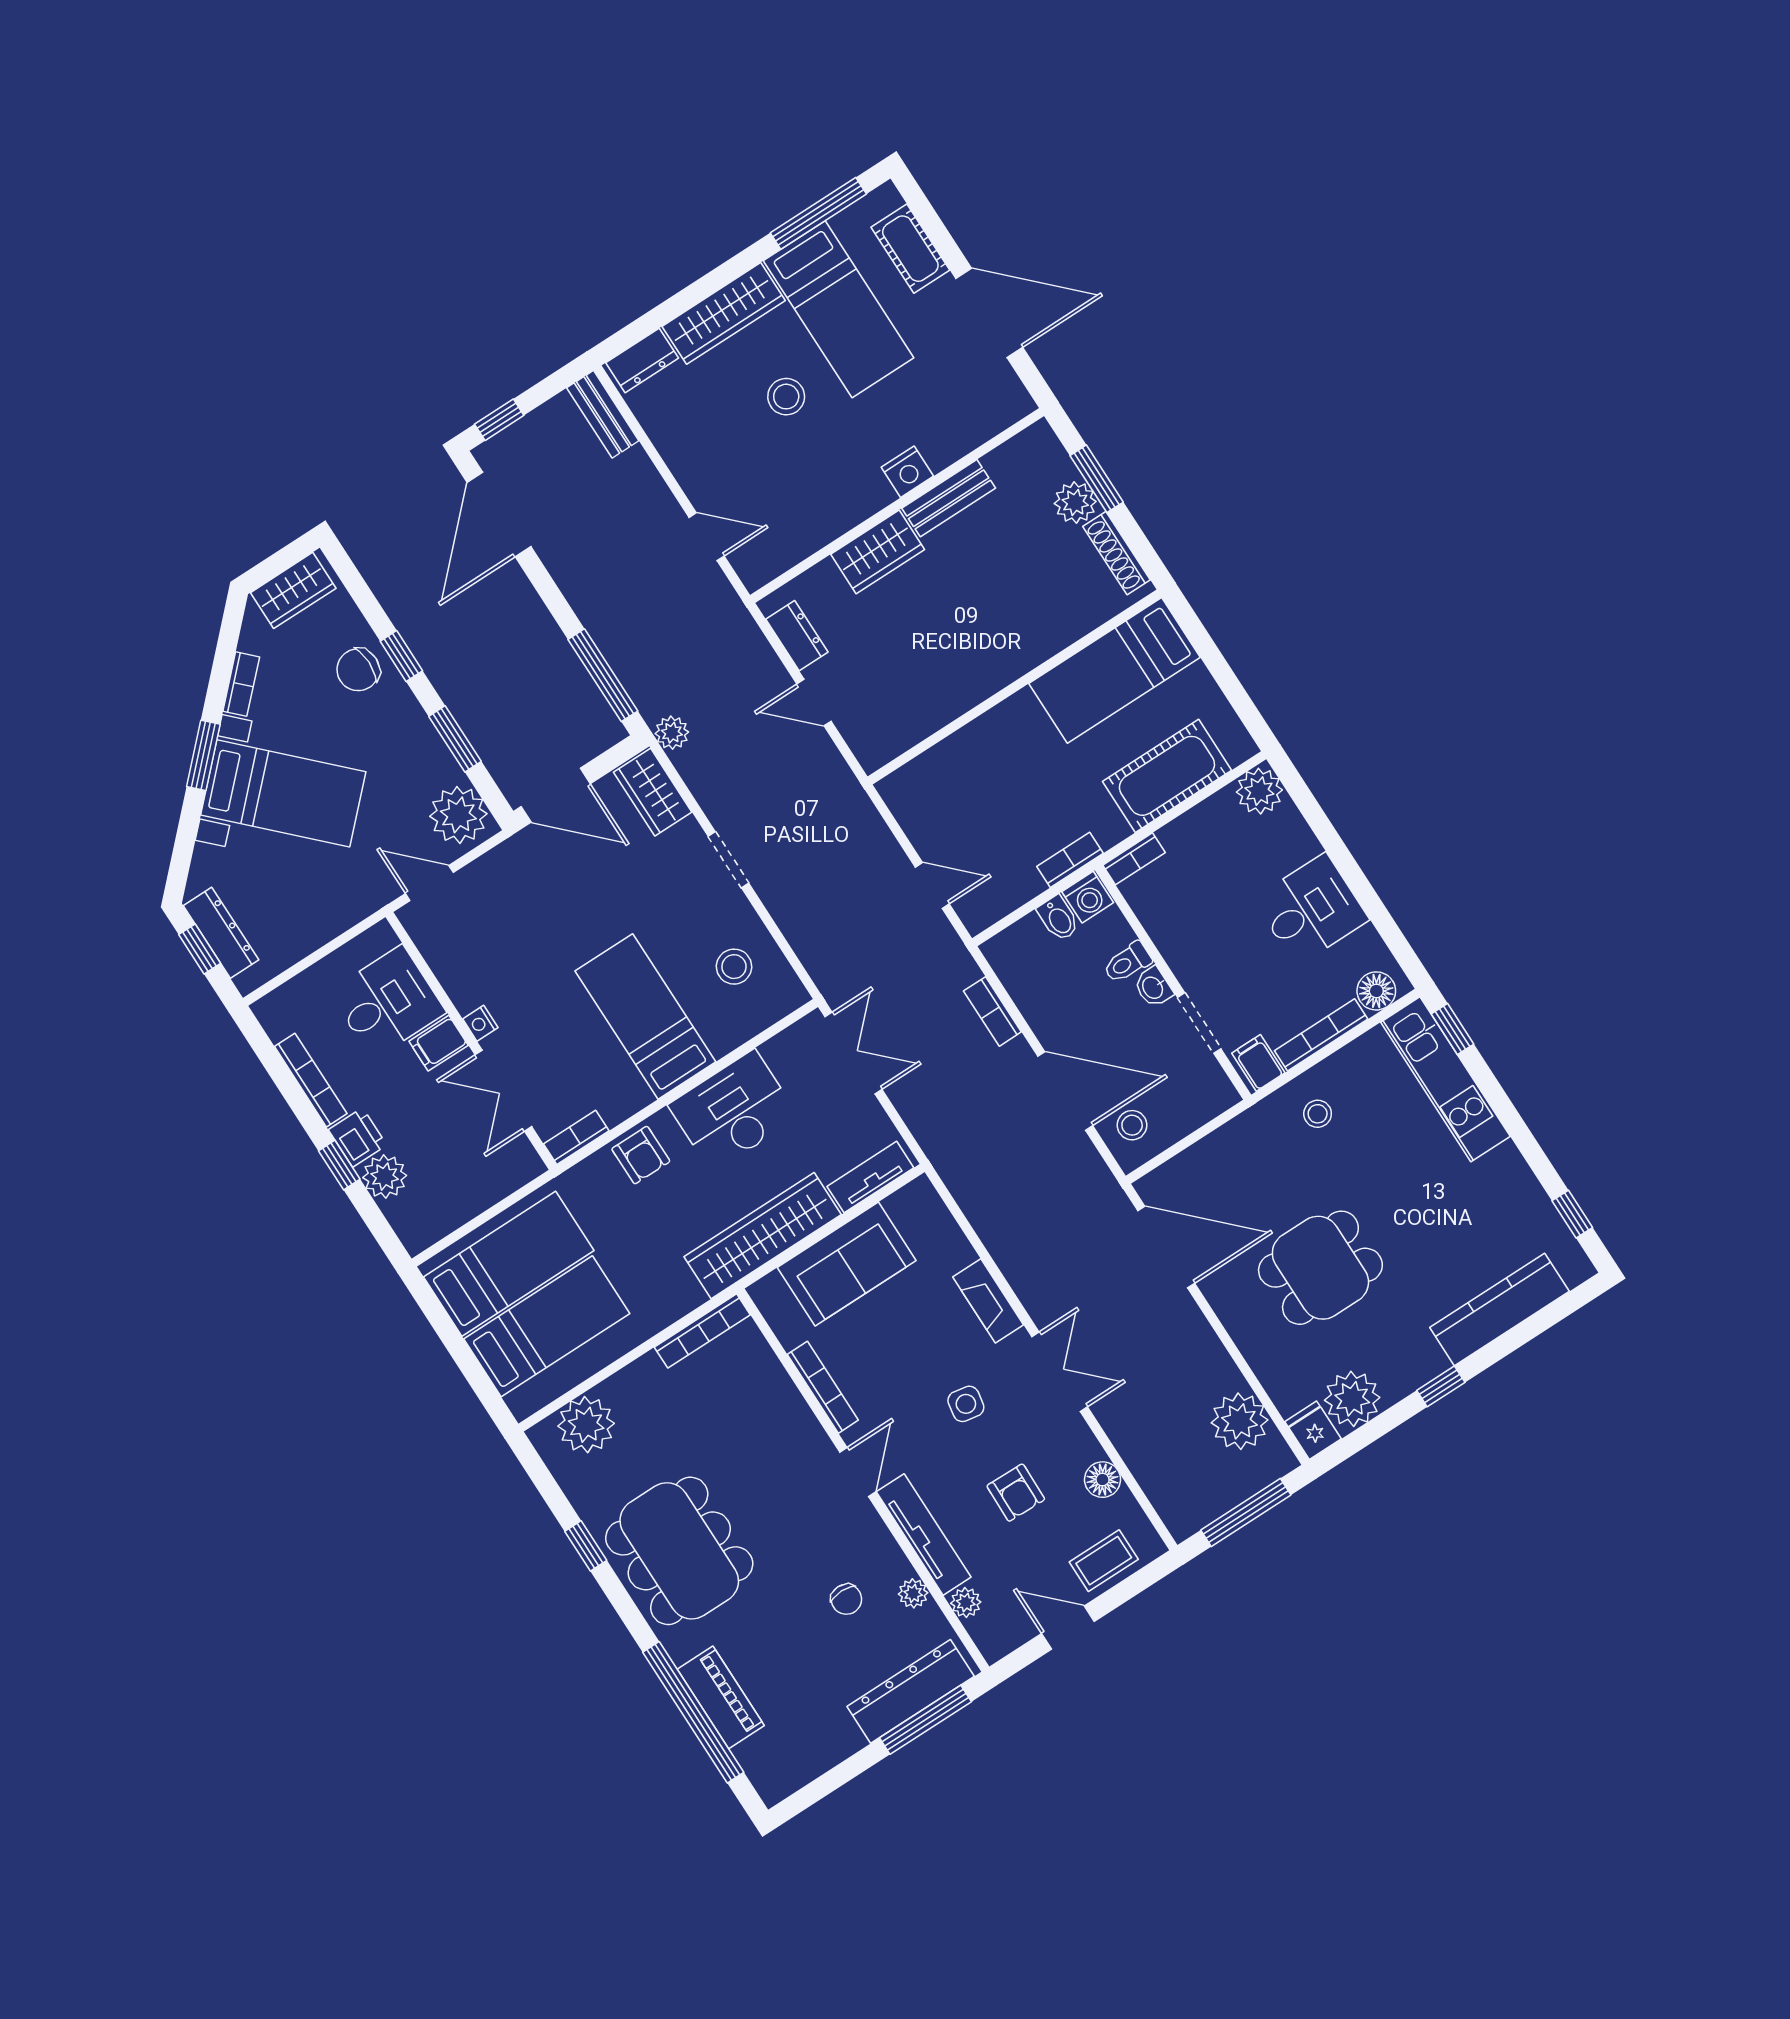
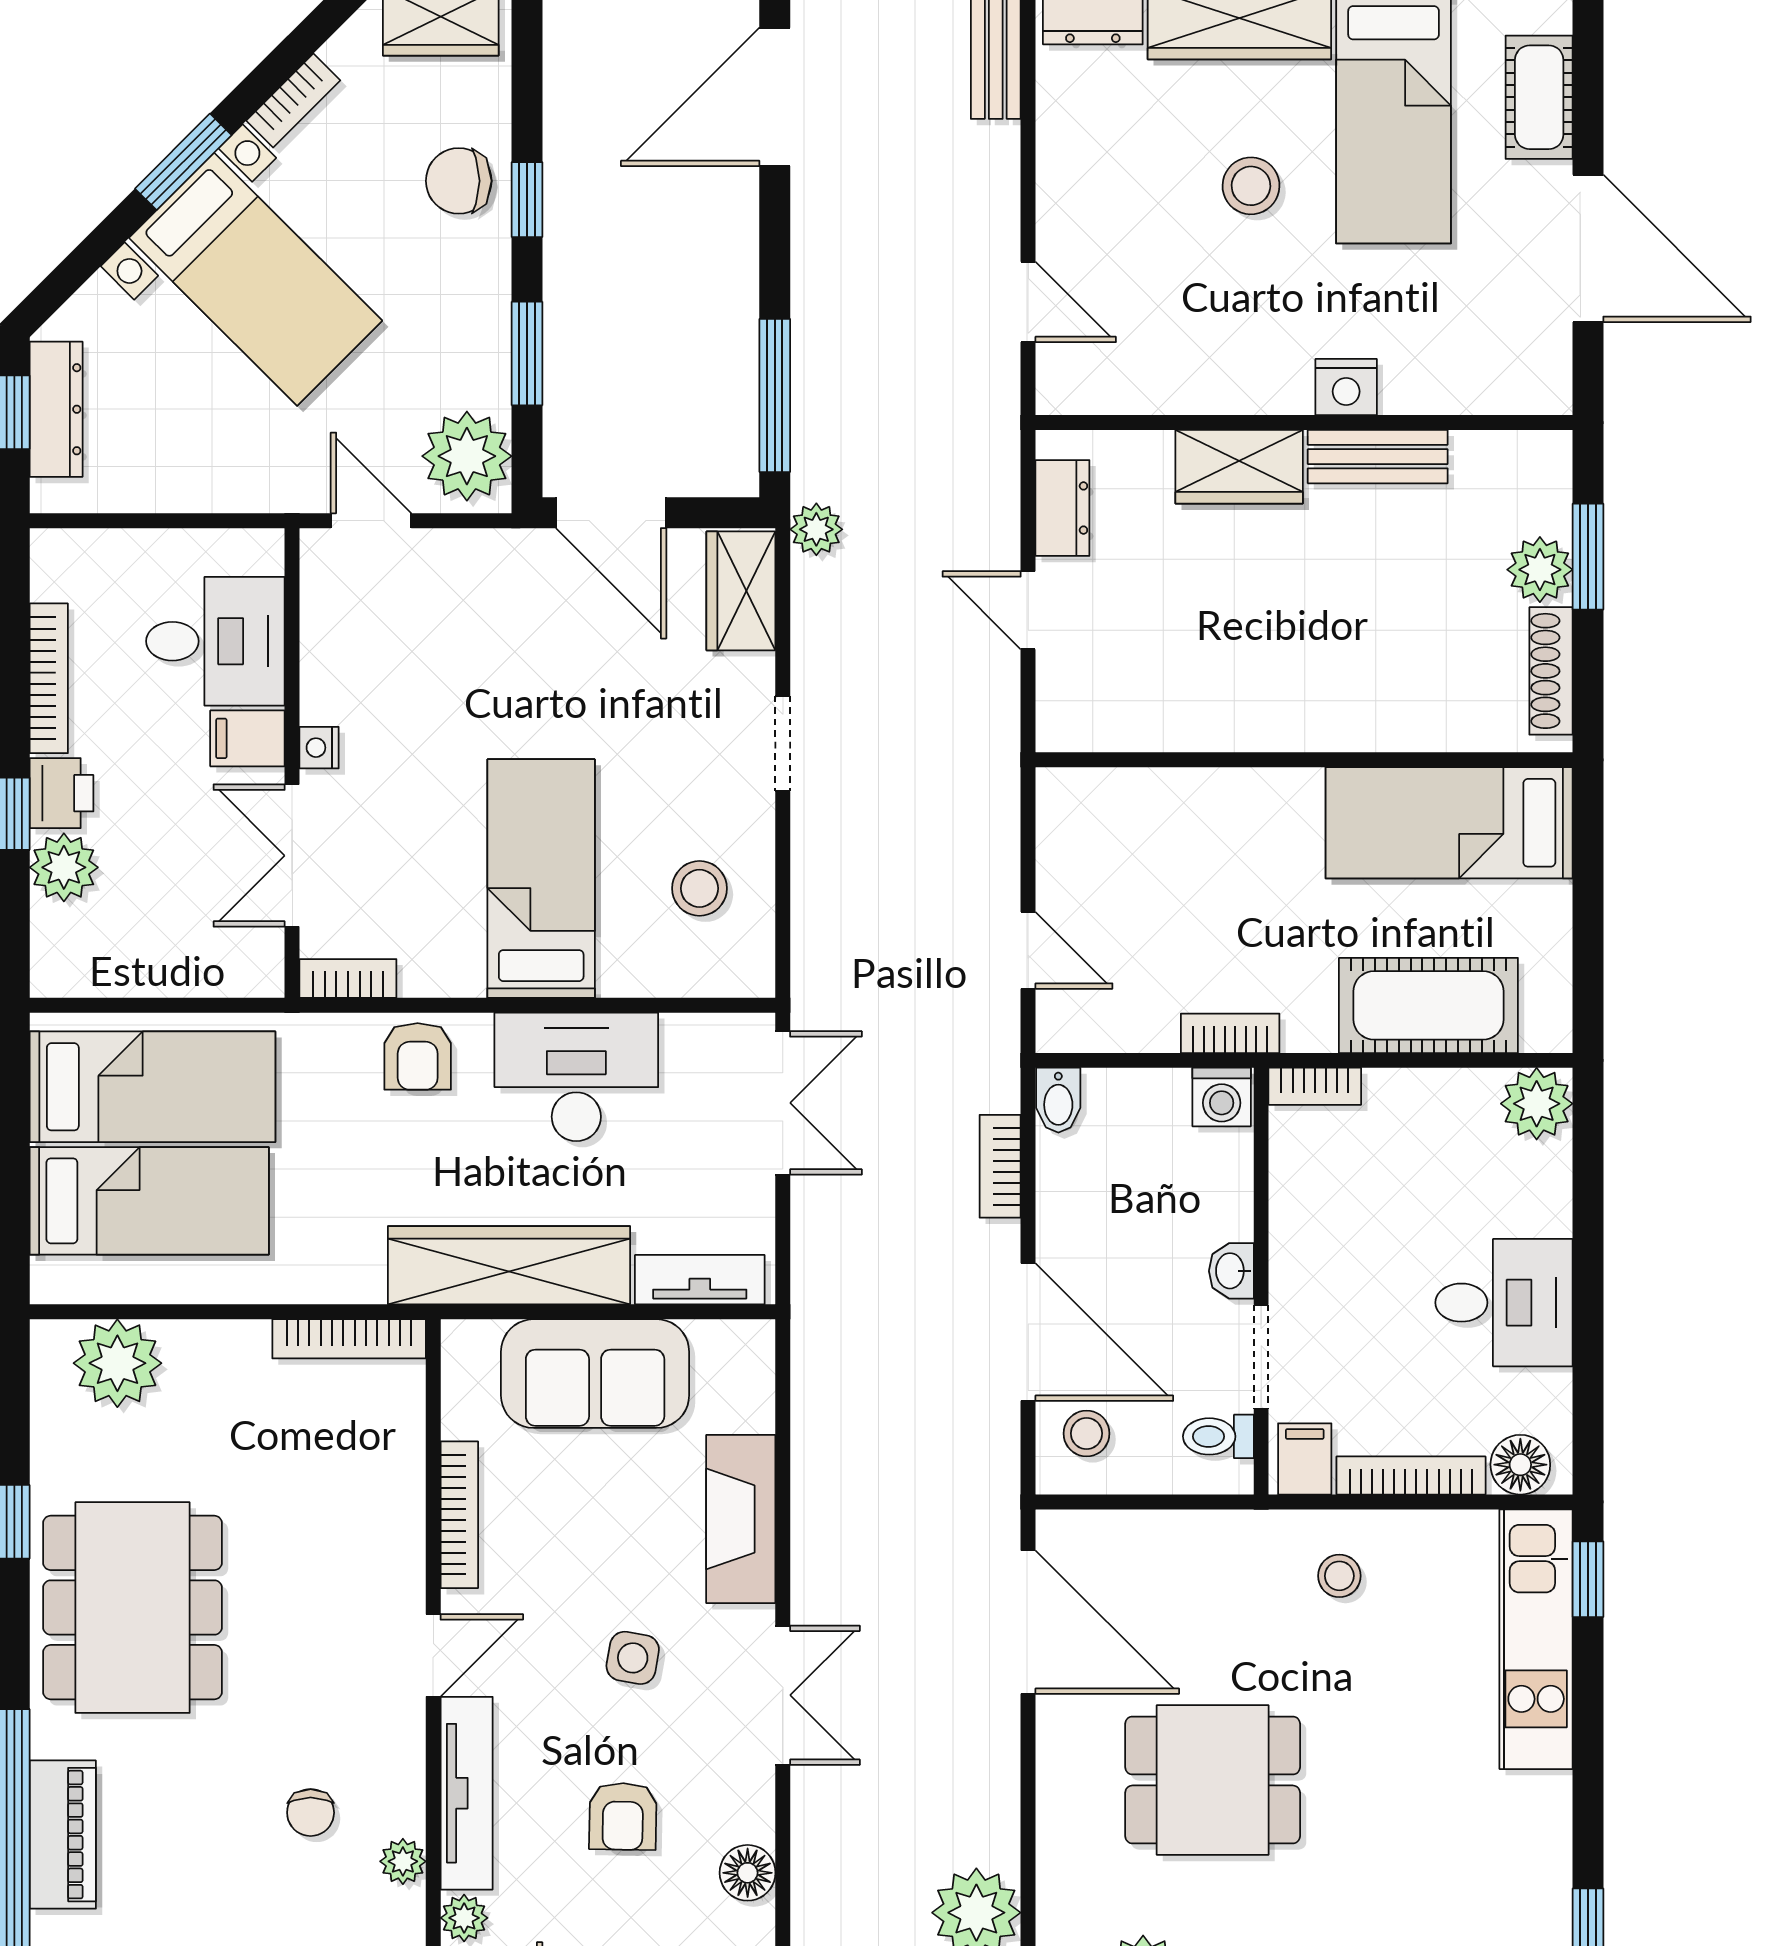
bidet: (1058, 918) -> (1058, 1100), moved
toilet: (1127, 962) -> (1218, 1436), moved
fireplace: (988, 1301) -> (741, 1519), width x1.37, depth x1.32

